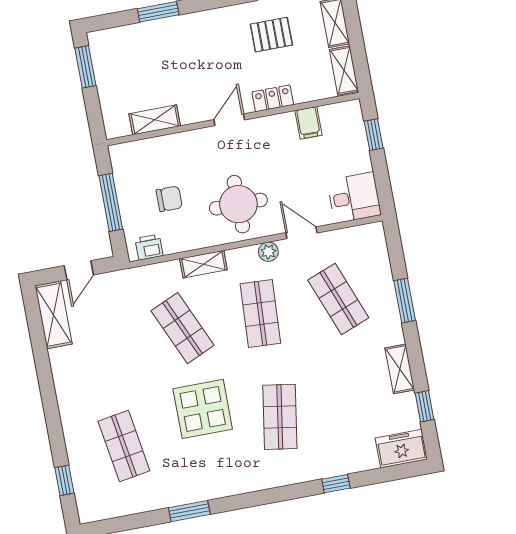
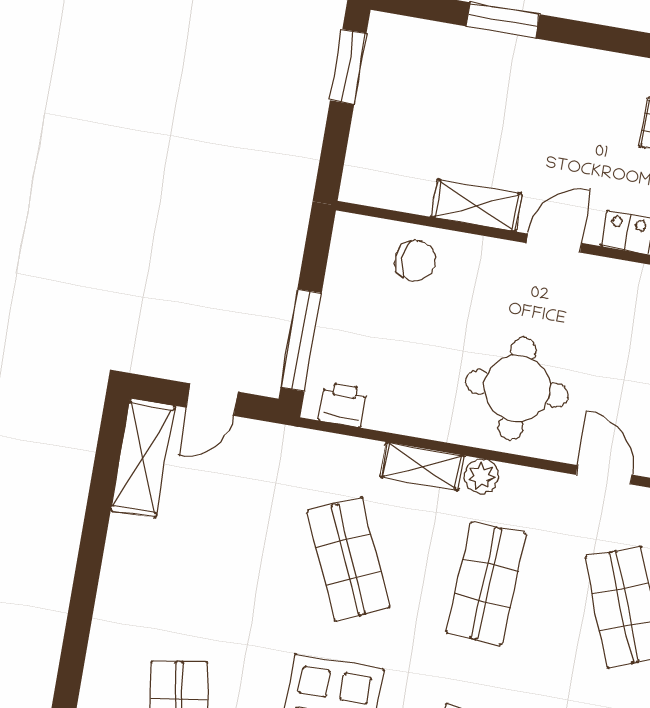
shelving: (155, 120) -> (477, 205), moved
chair: (169, 199) -> (415, 261), moved
window: (111, 202) -> (301, 340), moved
plant: (268, 252) -> (481, 476), moved

